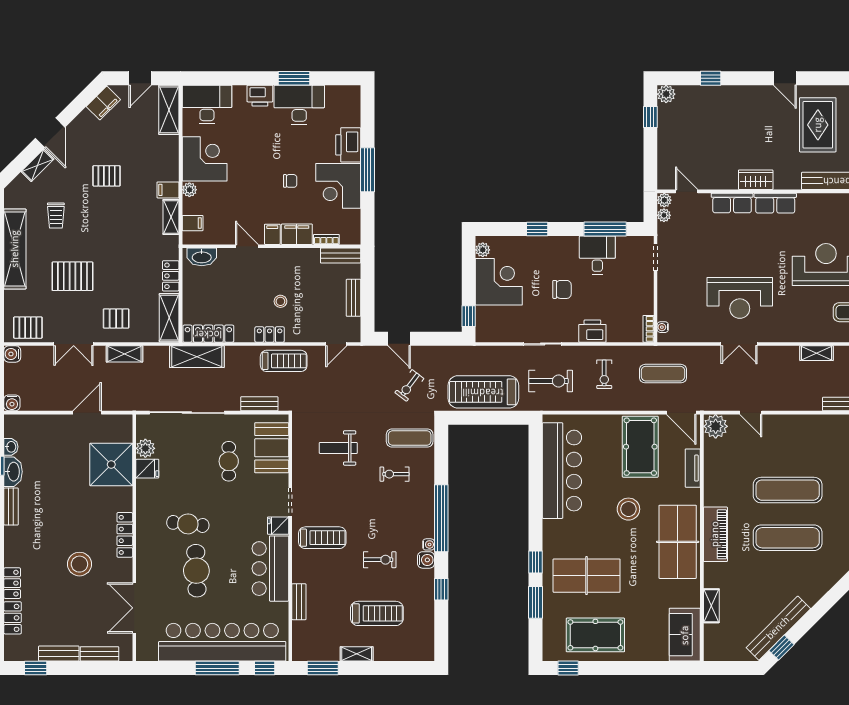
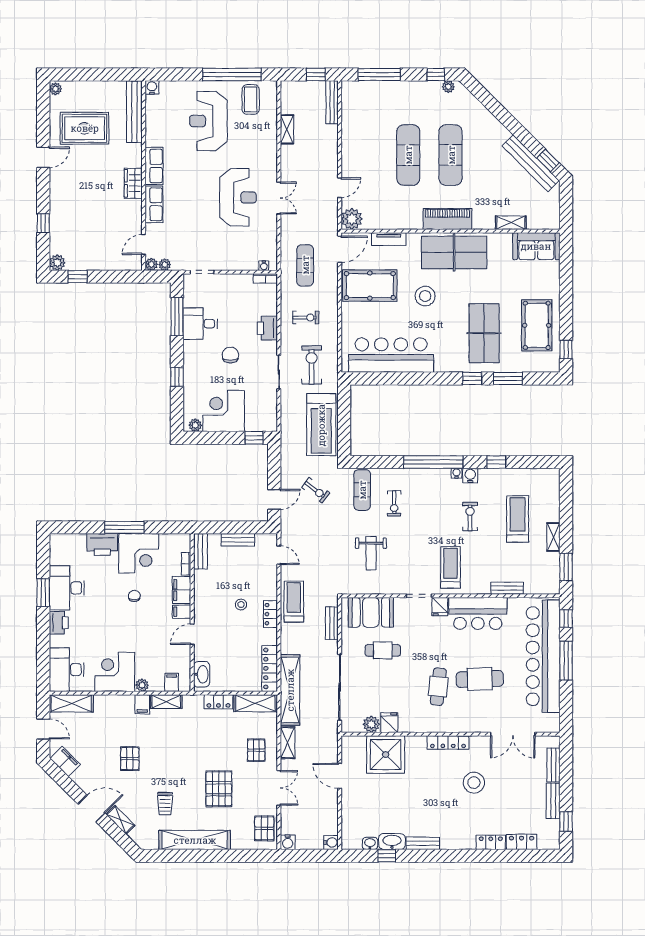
trolley: (56, 216) -> (165, 804), turned 90
shelving: (197, 357) -> (290, 690), width x1.47

